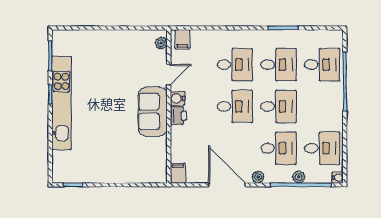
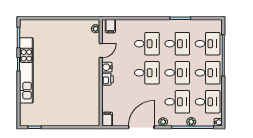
desk: (322, 106) -> (208, 73), added
sofa: (153, 112) -> (90, 76), removed
door: (227, 185) -> (141, 127), hinge flipped

